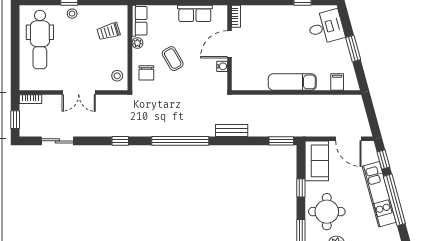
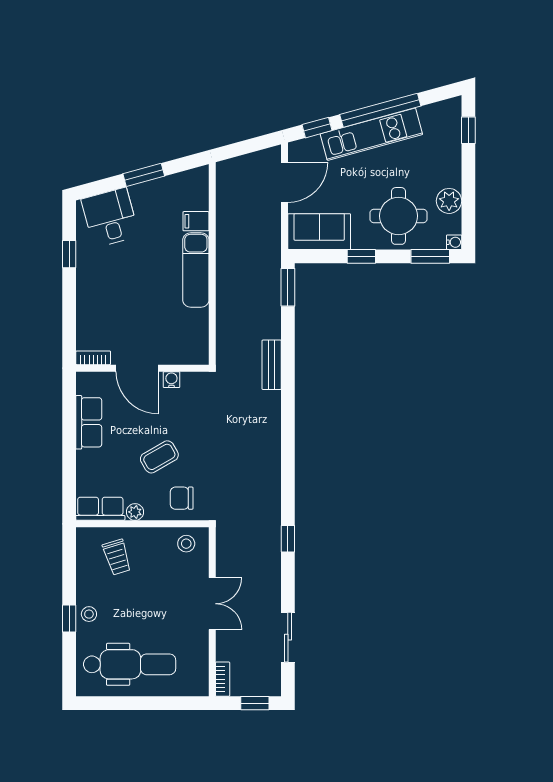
chair: (146, 73) -> (182, 498), turned 180
filing cabinet: (337, 82) -> (196, 221), moved
window: (180, 141) -> (288, 445), removed

